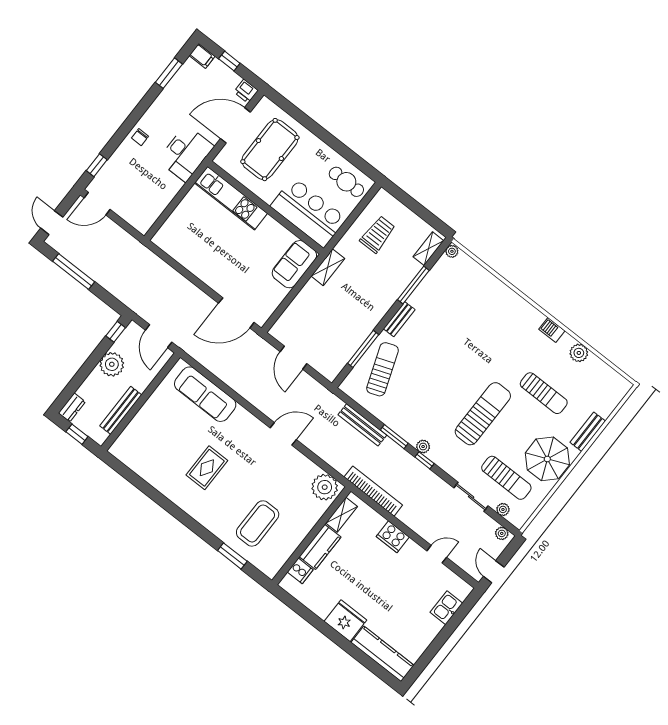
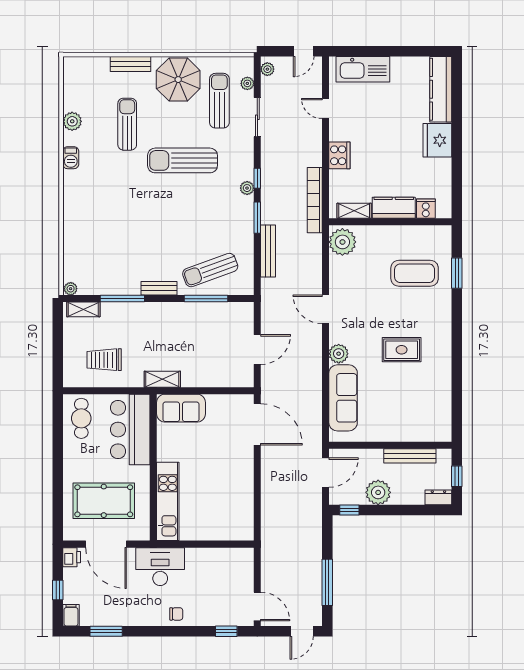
plant: (242, 417) -> (339, 354), added
kitchen sink: (446, 608) -> (363, 69), width x1.87, depth x1.24

